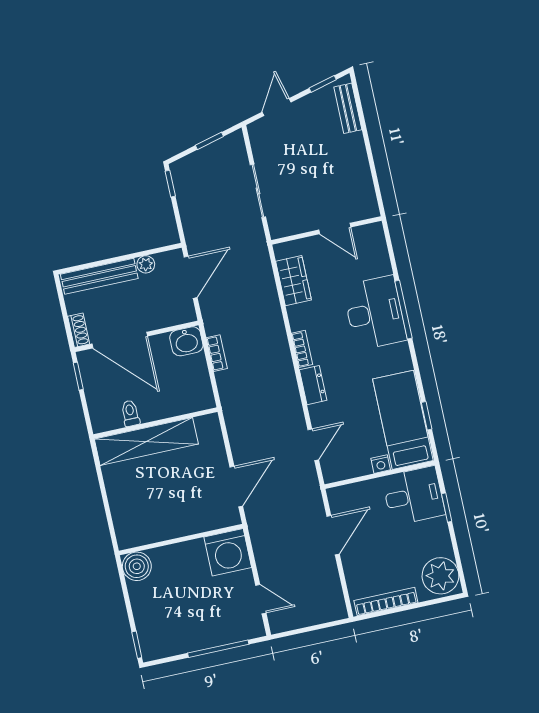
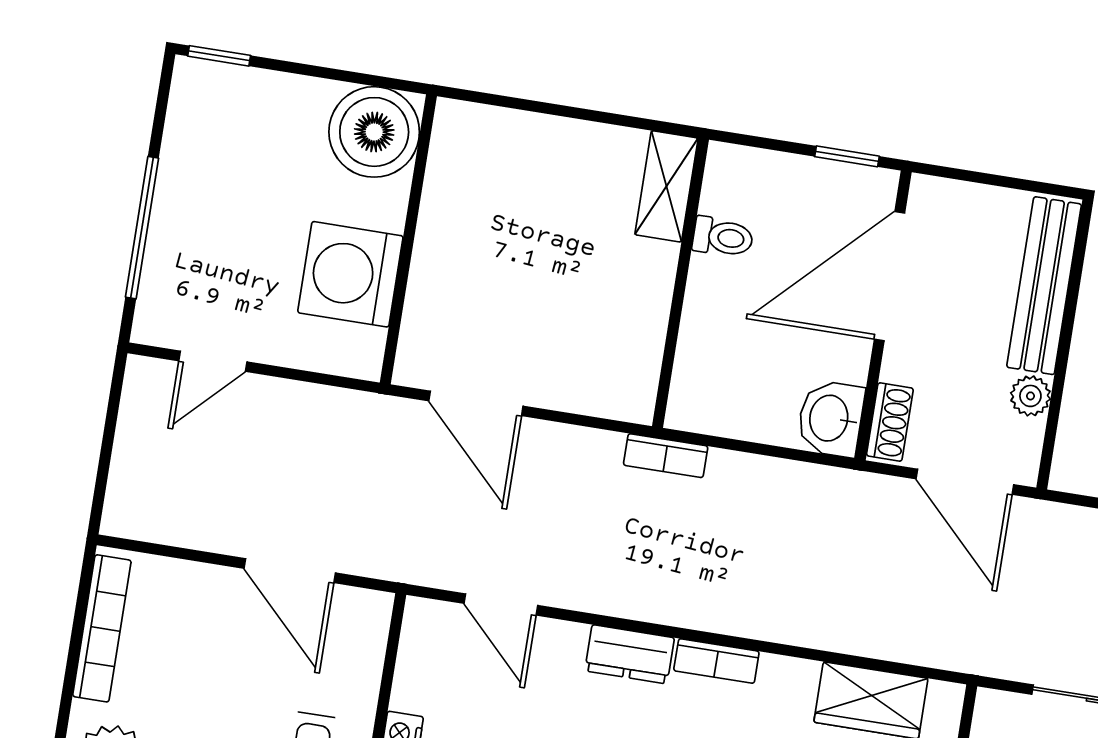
shoe rack: (79, 330) -> (890, 422), moved, turned -90
bookcase: (217, 353) -> (666, 456), moved
shelving: (146, 442) -> (666, 186), width x0.45, depth x0.75
washing machine: (228, 552) -> (350, 274), moved
boiler: (137, 566) -> (374, 132), width x1.37, depth x1.37

